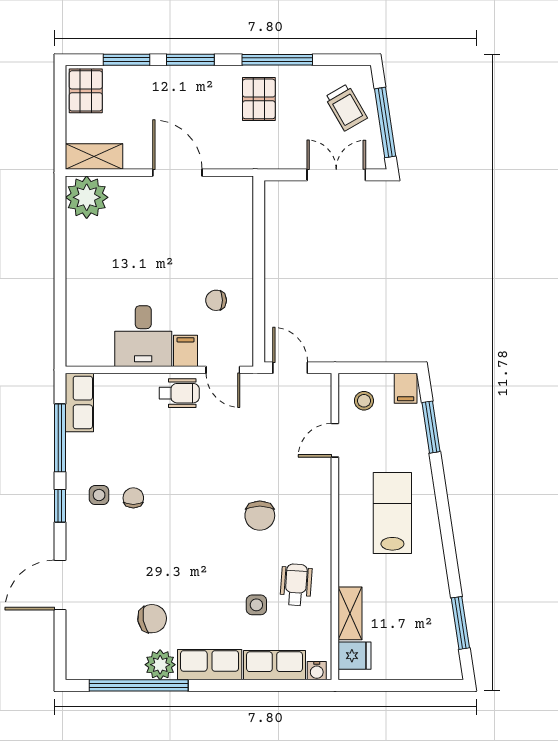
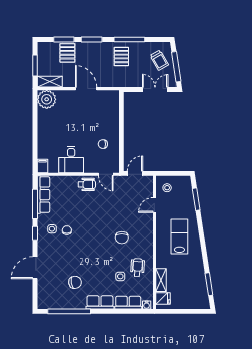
pallet: (86, 91) -> (67, 53), moved
window: (60, 119) -> (35, 65), added
filing cabinet: (186, 351) -> (42, 166), moved
door: (290, 368) -> (135, 173), hinge flipped
filing cabinet: (406, 388) -> (185, 182), removed
row of seats: (79, 402) -> (43, 195), width x1.48
plant: (160, 665) -> (79, 302), removed

